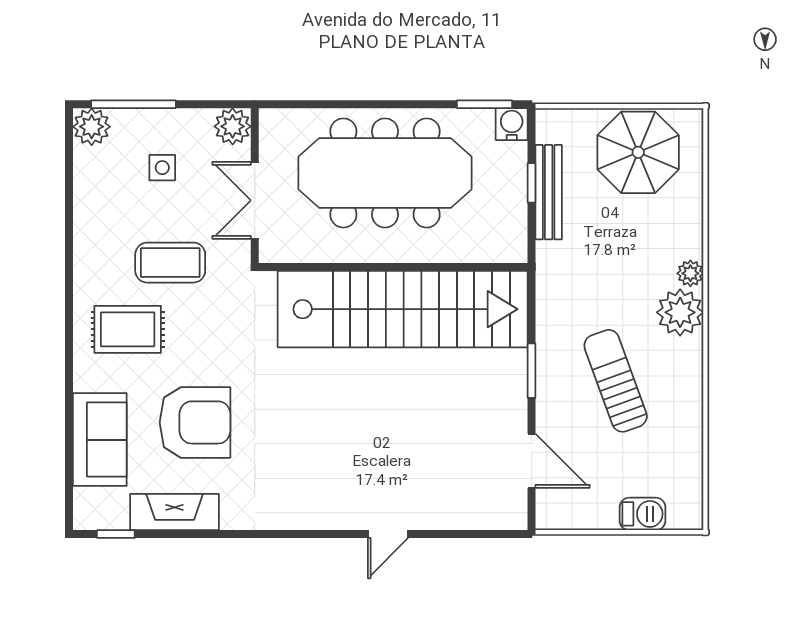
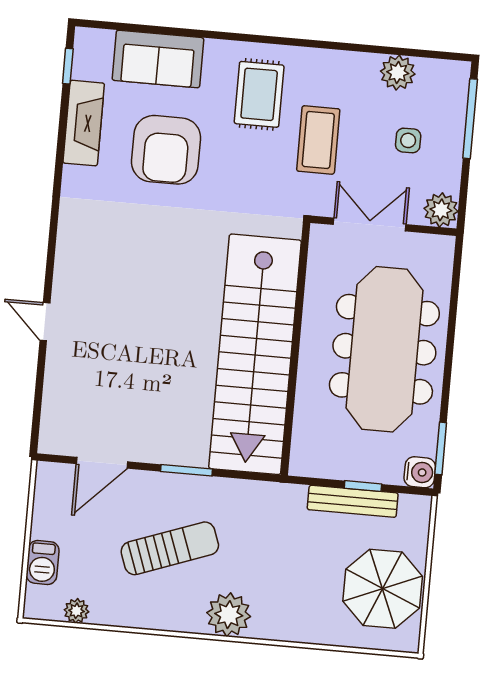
plant: (92, 127) -> (398, 73), moved
plant: (690, 273) -> (76, 611), moved

